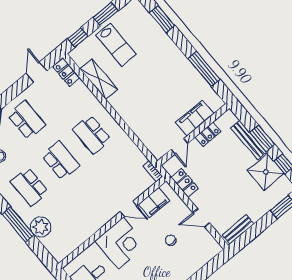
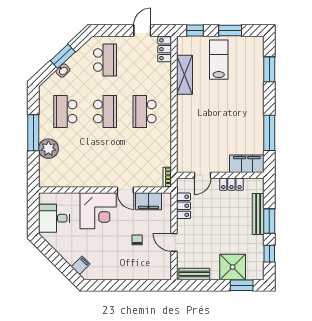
lab bench: (116, 45) -> (219, 60), turned 180
filing cabinet: (195, 118) -> (247, 164), moved
shower: (266, 172) -> (233, 267), moved

